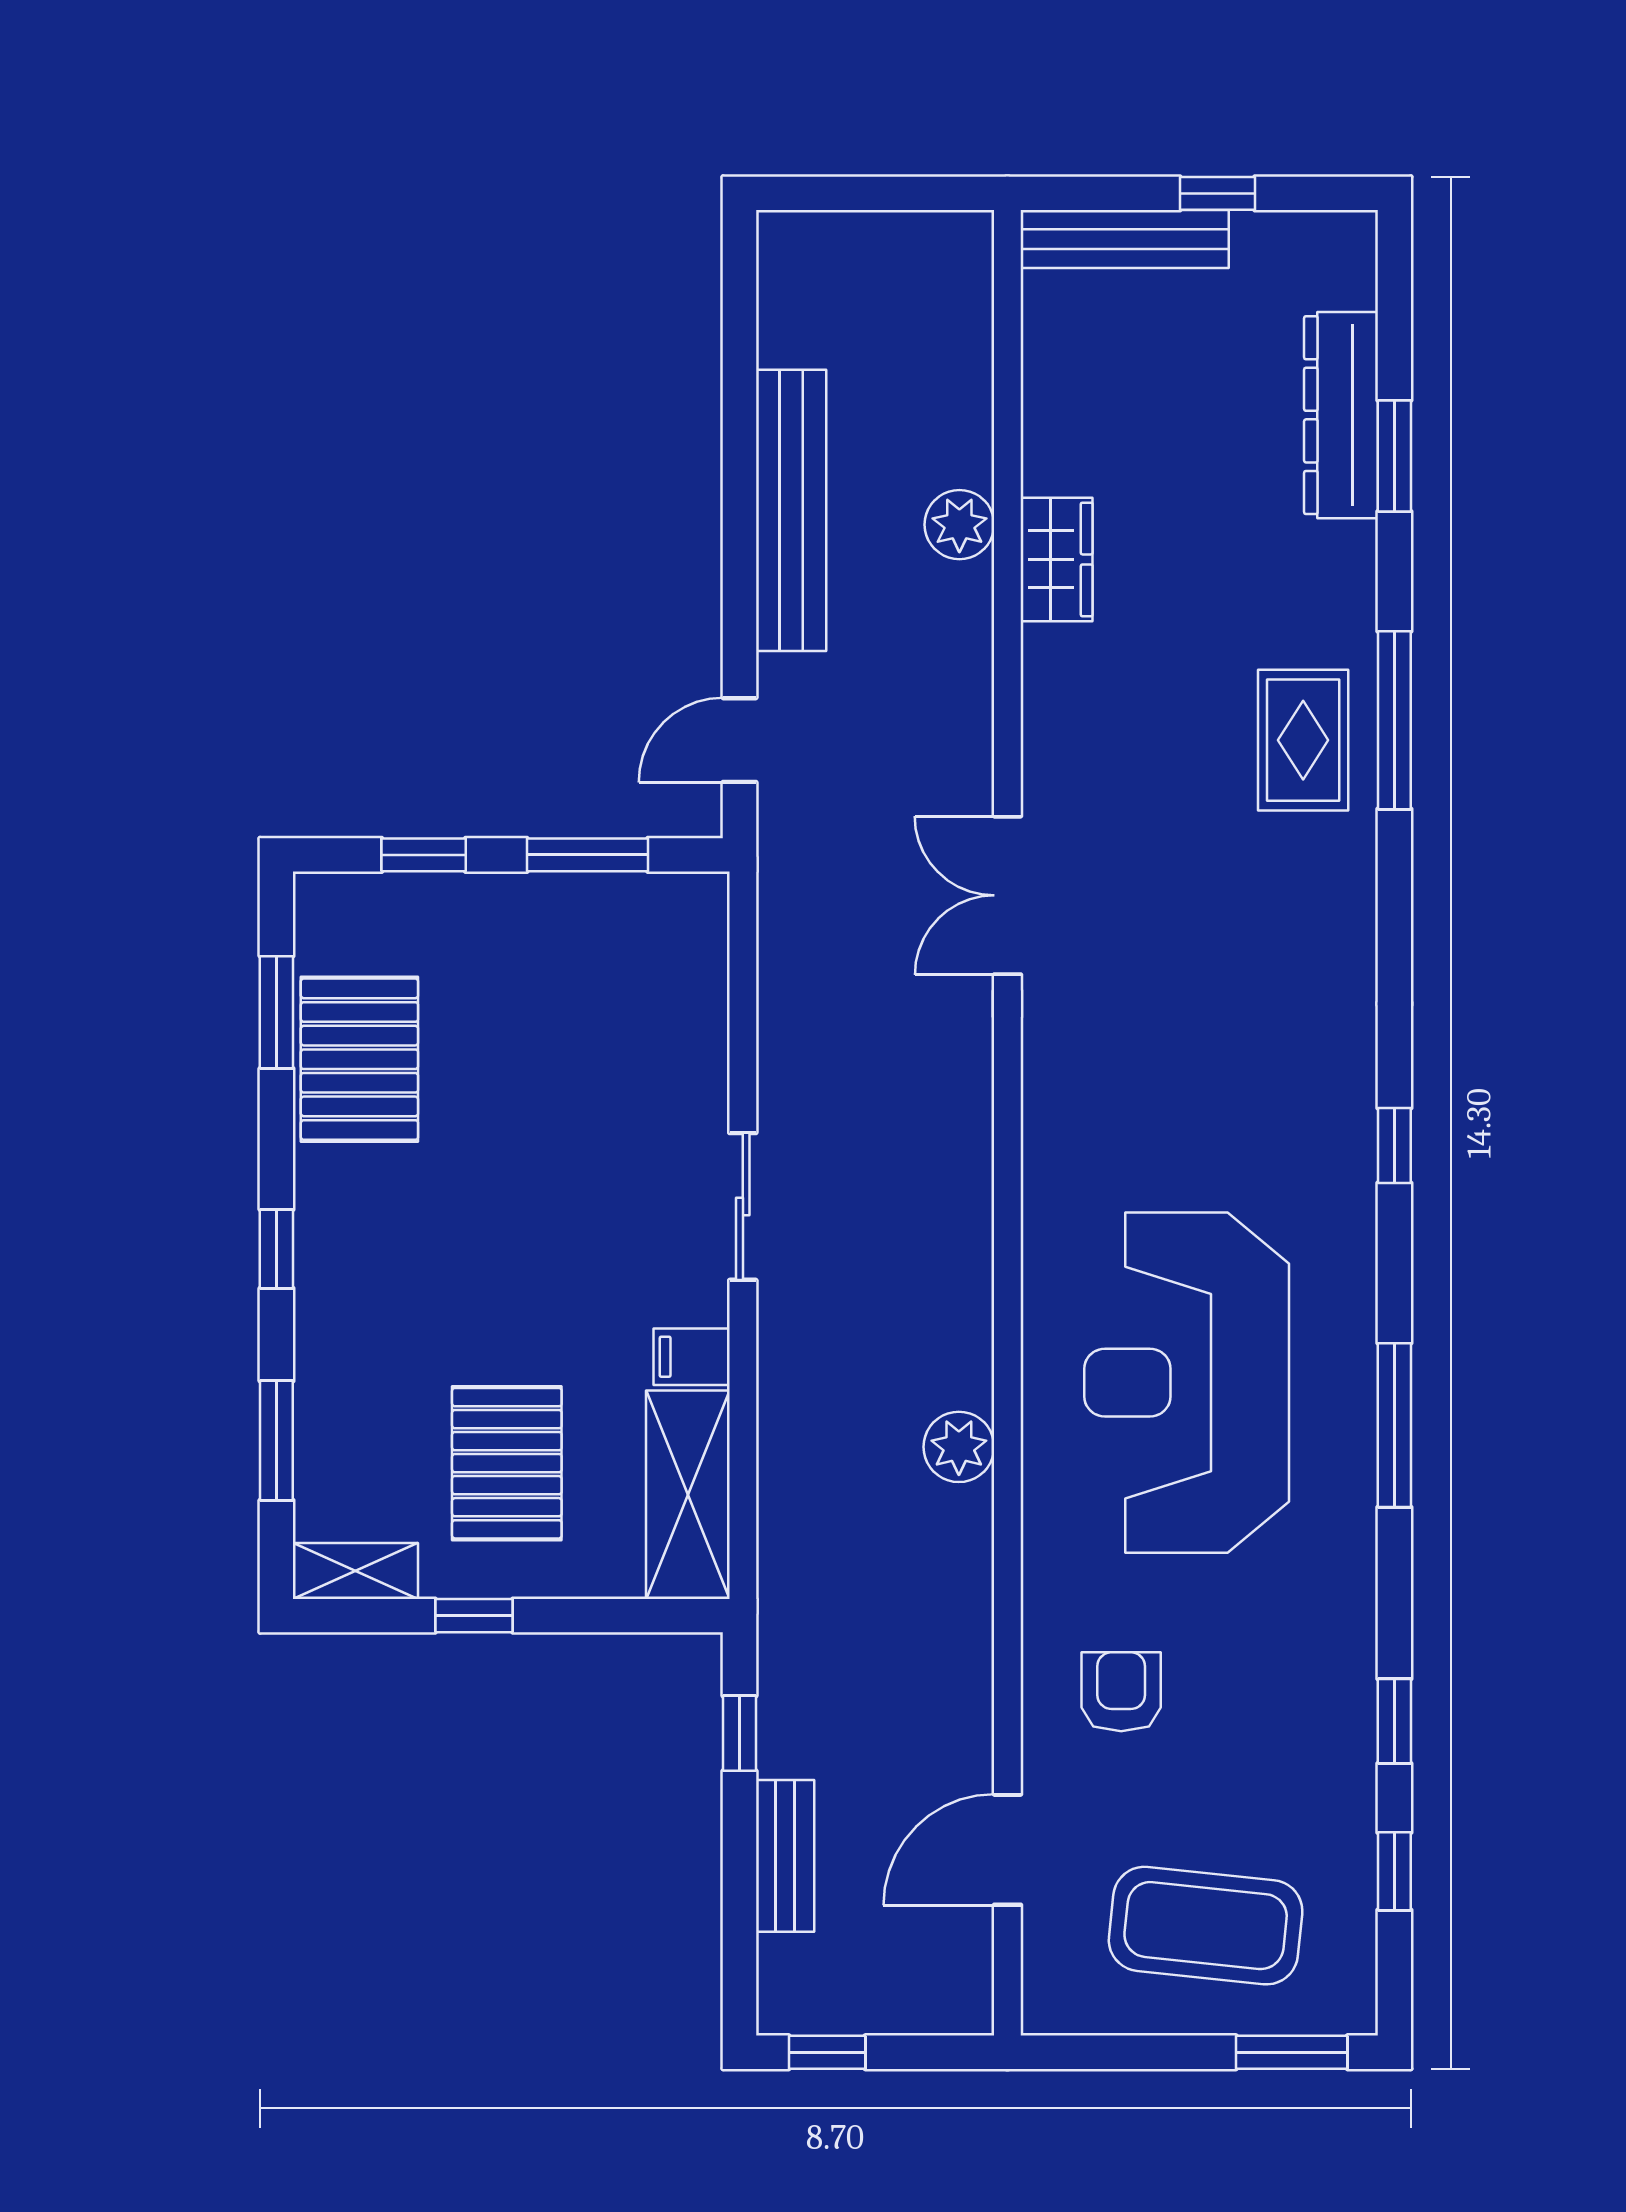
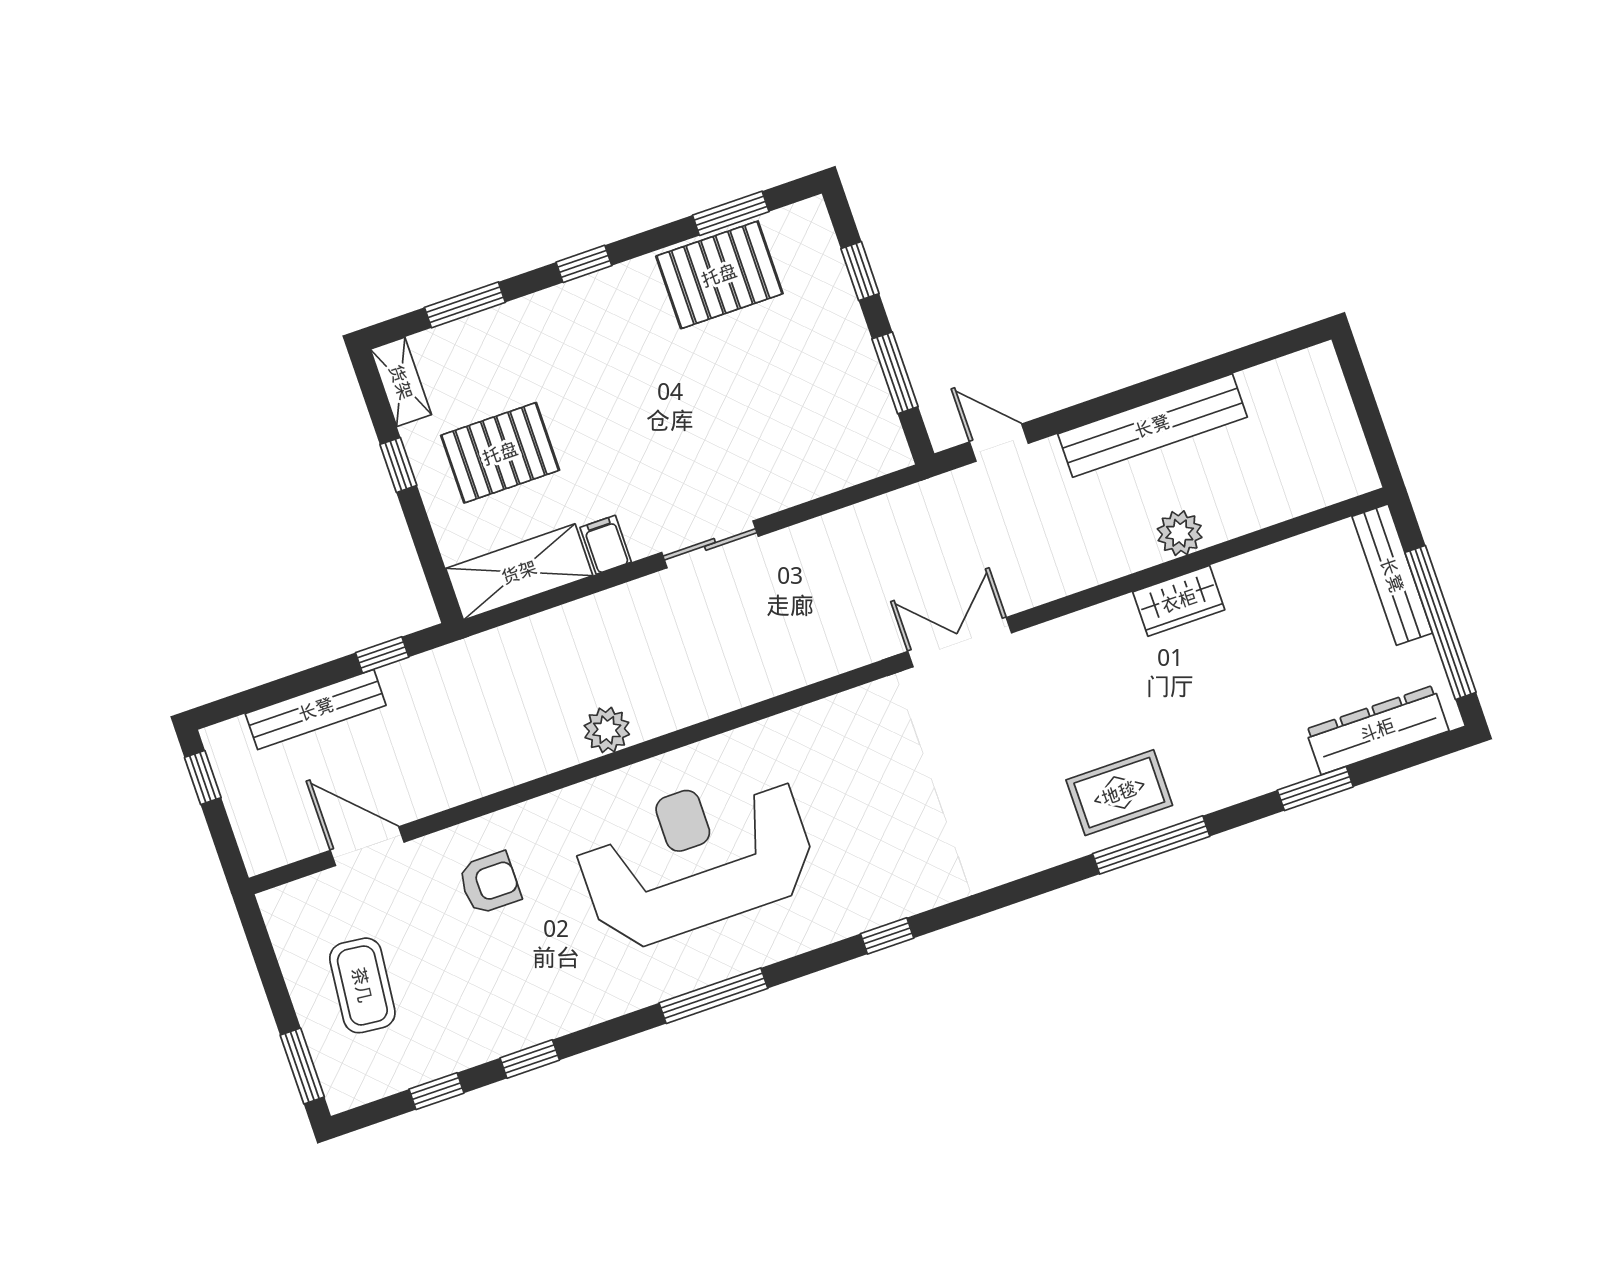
window: (1217, 193) -> (1440, 622), width x3.17
dresser: (1341, 415) -> (1377, 730), moved
bench: (785, 1856) -> (316, 709), width x1.36
coffee table: (1206, 1926) -> (362, 985), width x0.73, depth x0.76

